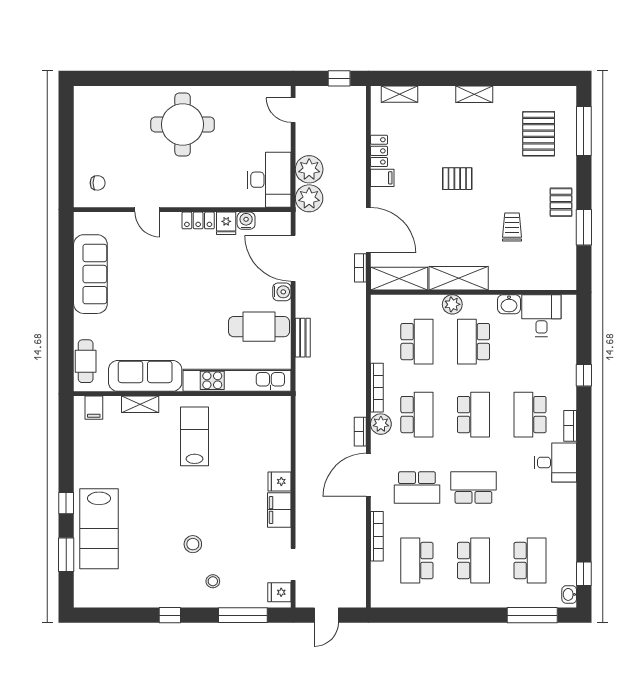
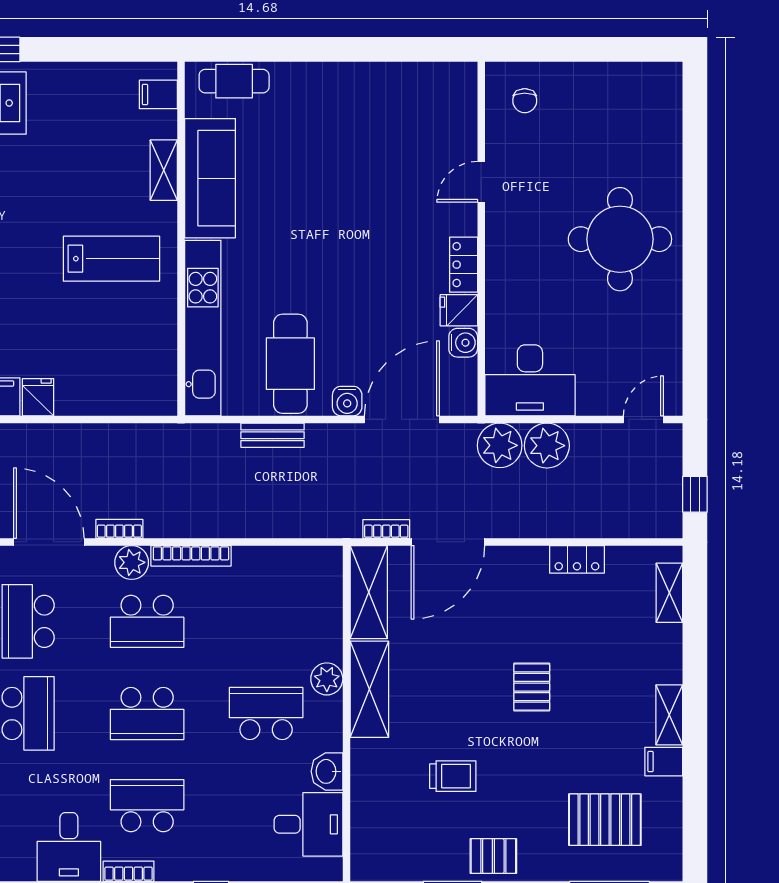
filing cabinet: (382, 178) -> (664, 762), moved, turned 90
sofa: (90, 274) -> (376, 89), removed
school desk: (417, 342) -> (266, 621), removed

